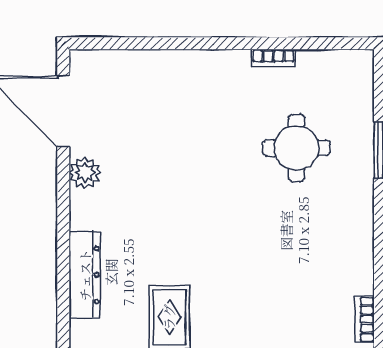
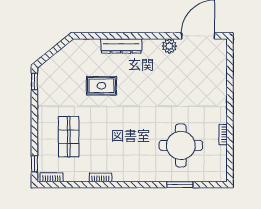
round table: (296, 148) -> (181, 145), width x1.36, depth x1.36

